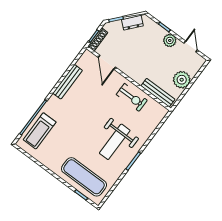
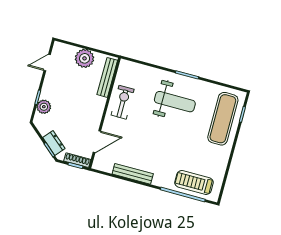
dresser: (132, 23) -> (54, 143), moved
plant: (170, 40) -> (44, 107), moved
treadmill: (40, 131) -> (194, 182), turned 180

